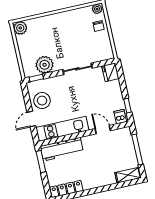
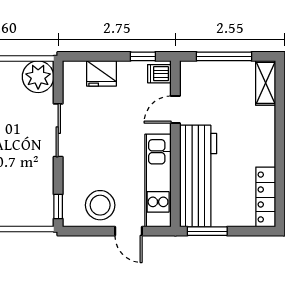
plant: (45, 65) -> (38, 77), moved
fridge: (110, 72) -> (101, 73), moved
workbench: (62, 149) -> (198, 176), width x1.36, depth x1.32

